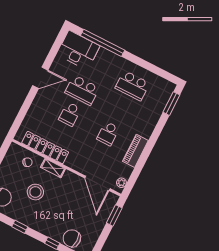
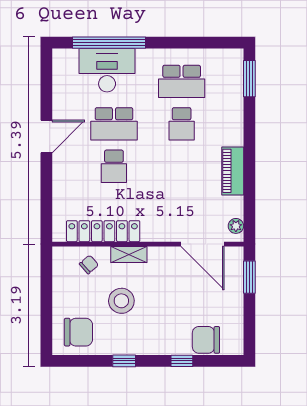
desk: (78, 50) -> (107, 70), moved
school desk: (108, 134) -> (182, 124), moved

